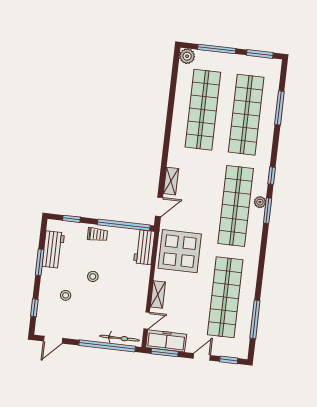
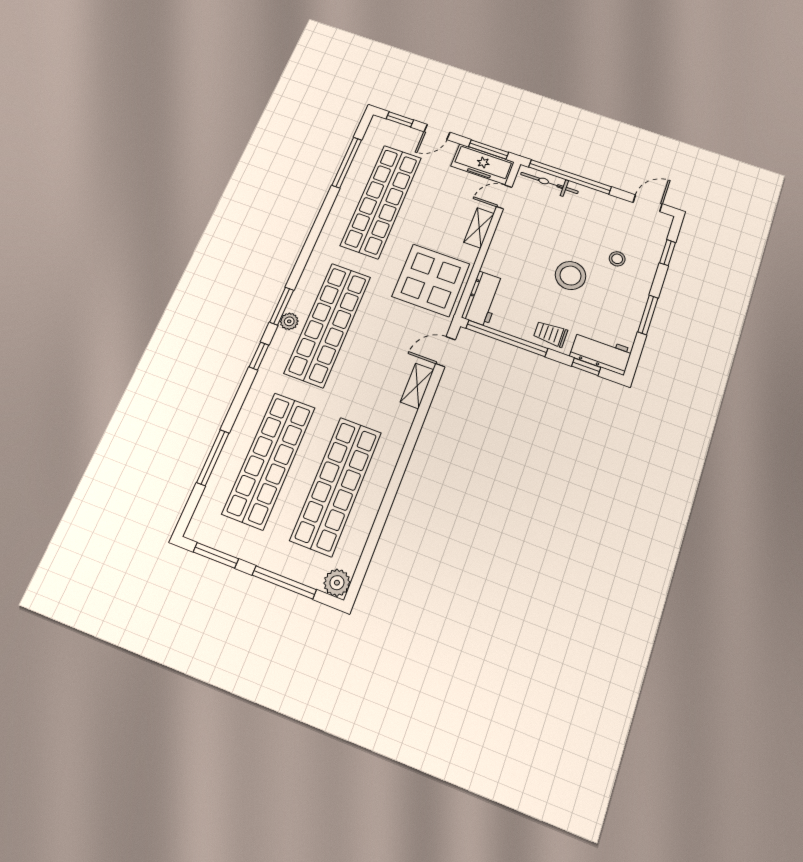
workbench: (53, 250) -> (601, 353), moved, turned 90
stool: (93, 276) -> (571, 276), width x1.89, depth x1.89

